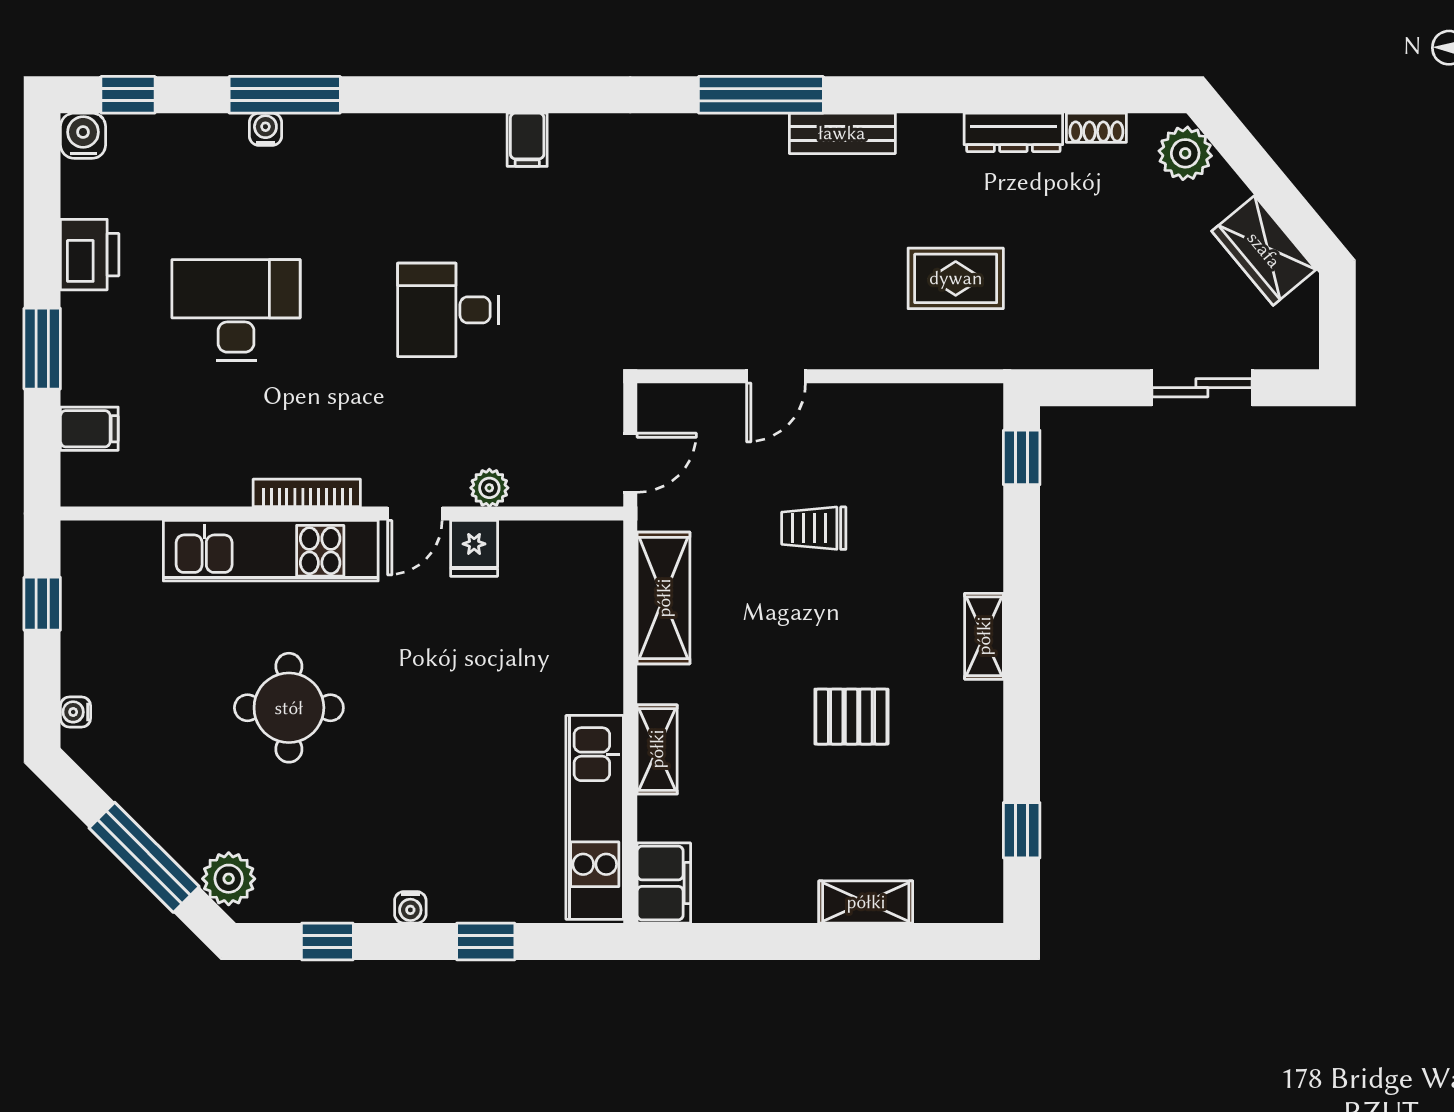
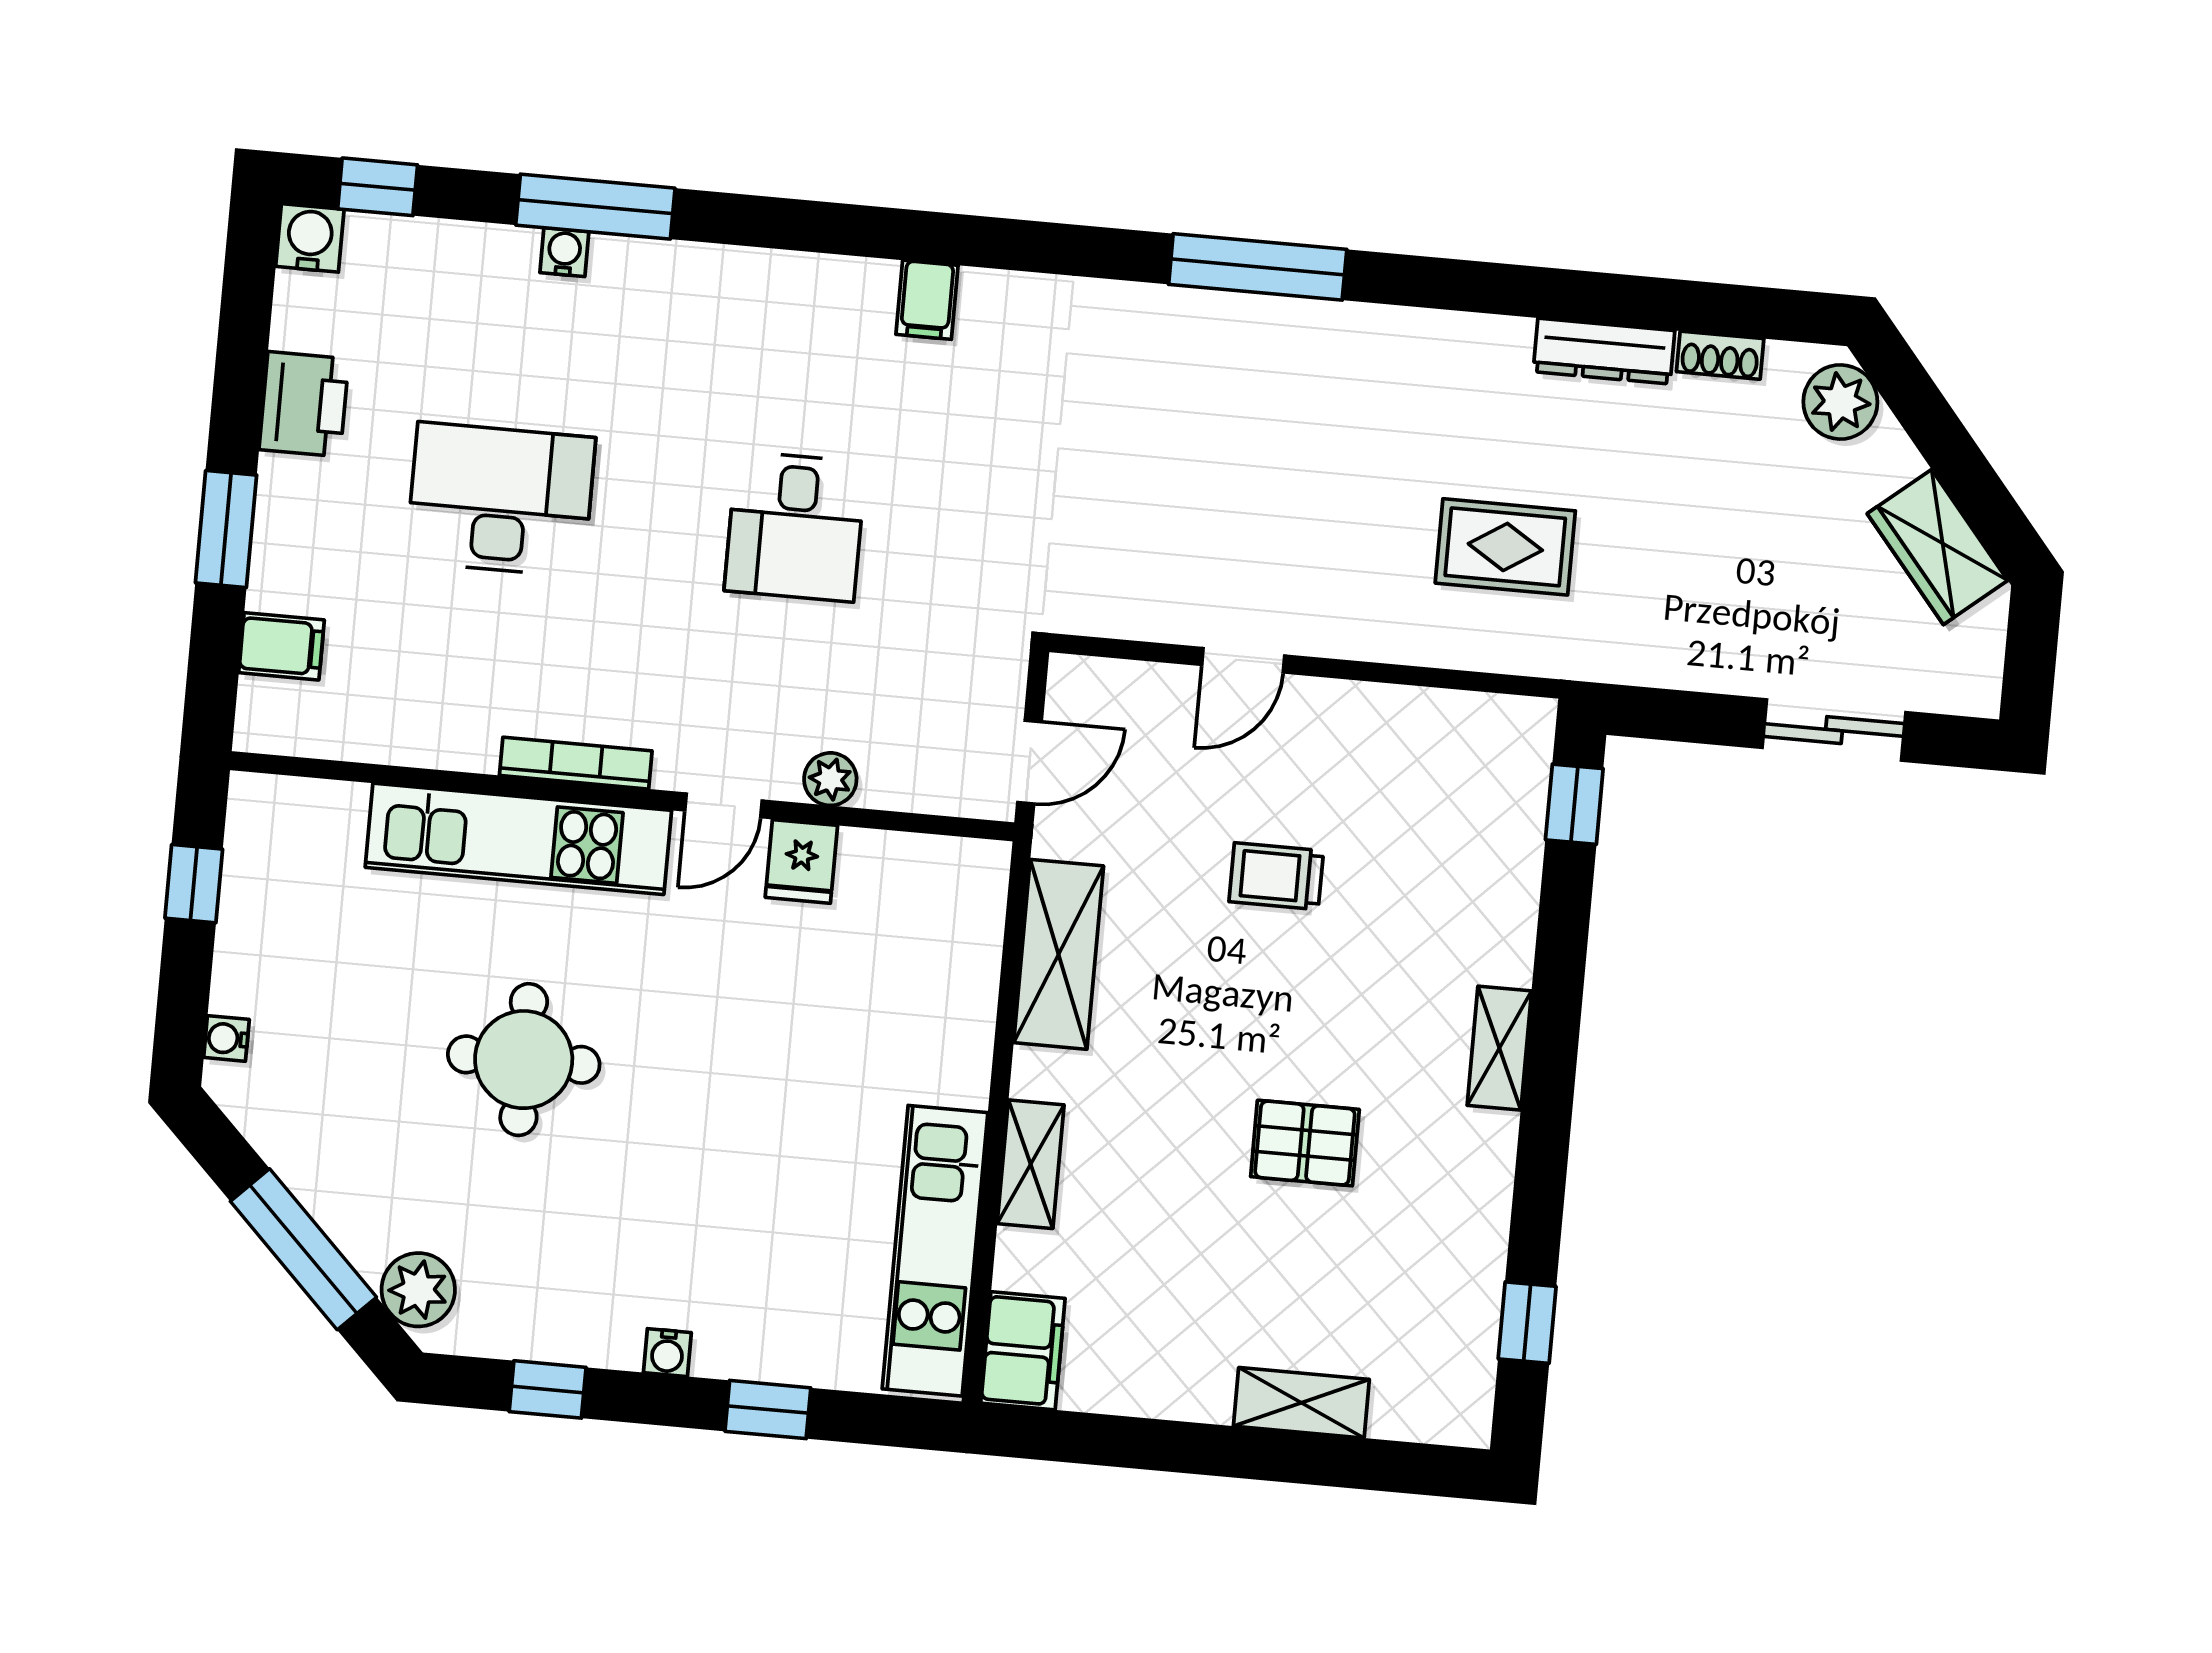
bench: (842, 133) -> (1366, 331), removed
desk: (448, 310) -> (795, 526), turned -90

